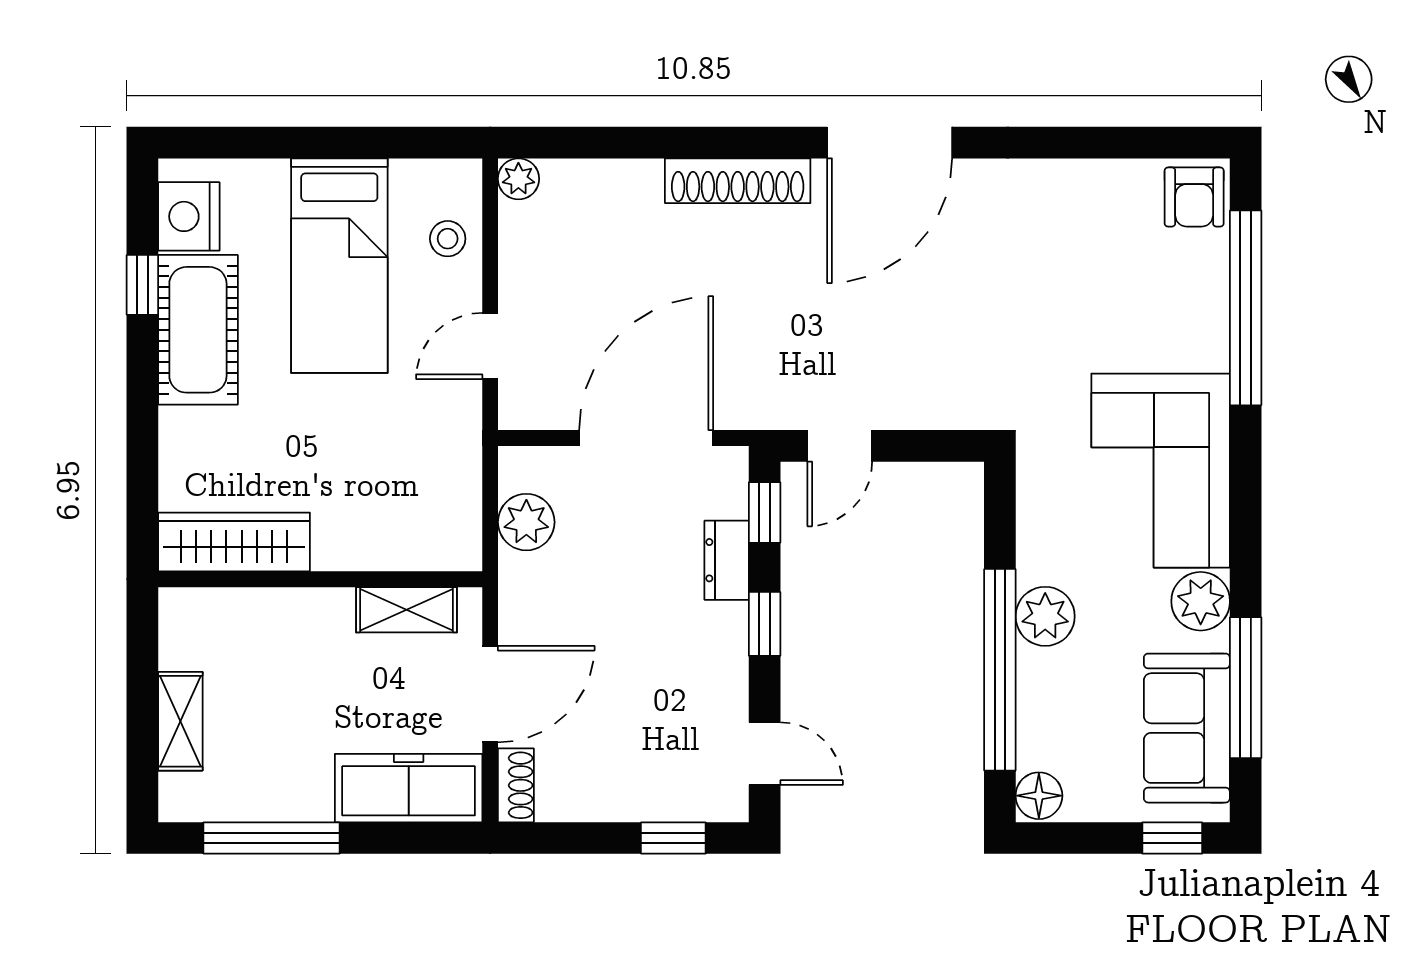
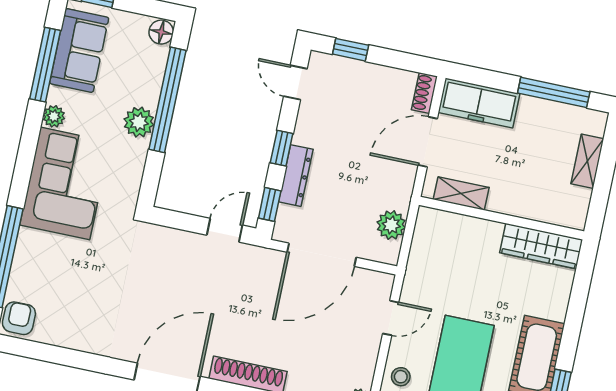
dresser: (727, 560) -> (296, 176), width x1.44
plant: (1201, 601) -> (54, 116), width x0.73, depth x0.73

